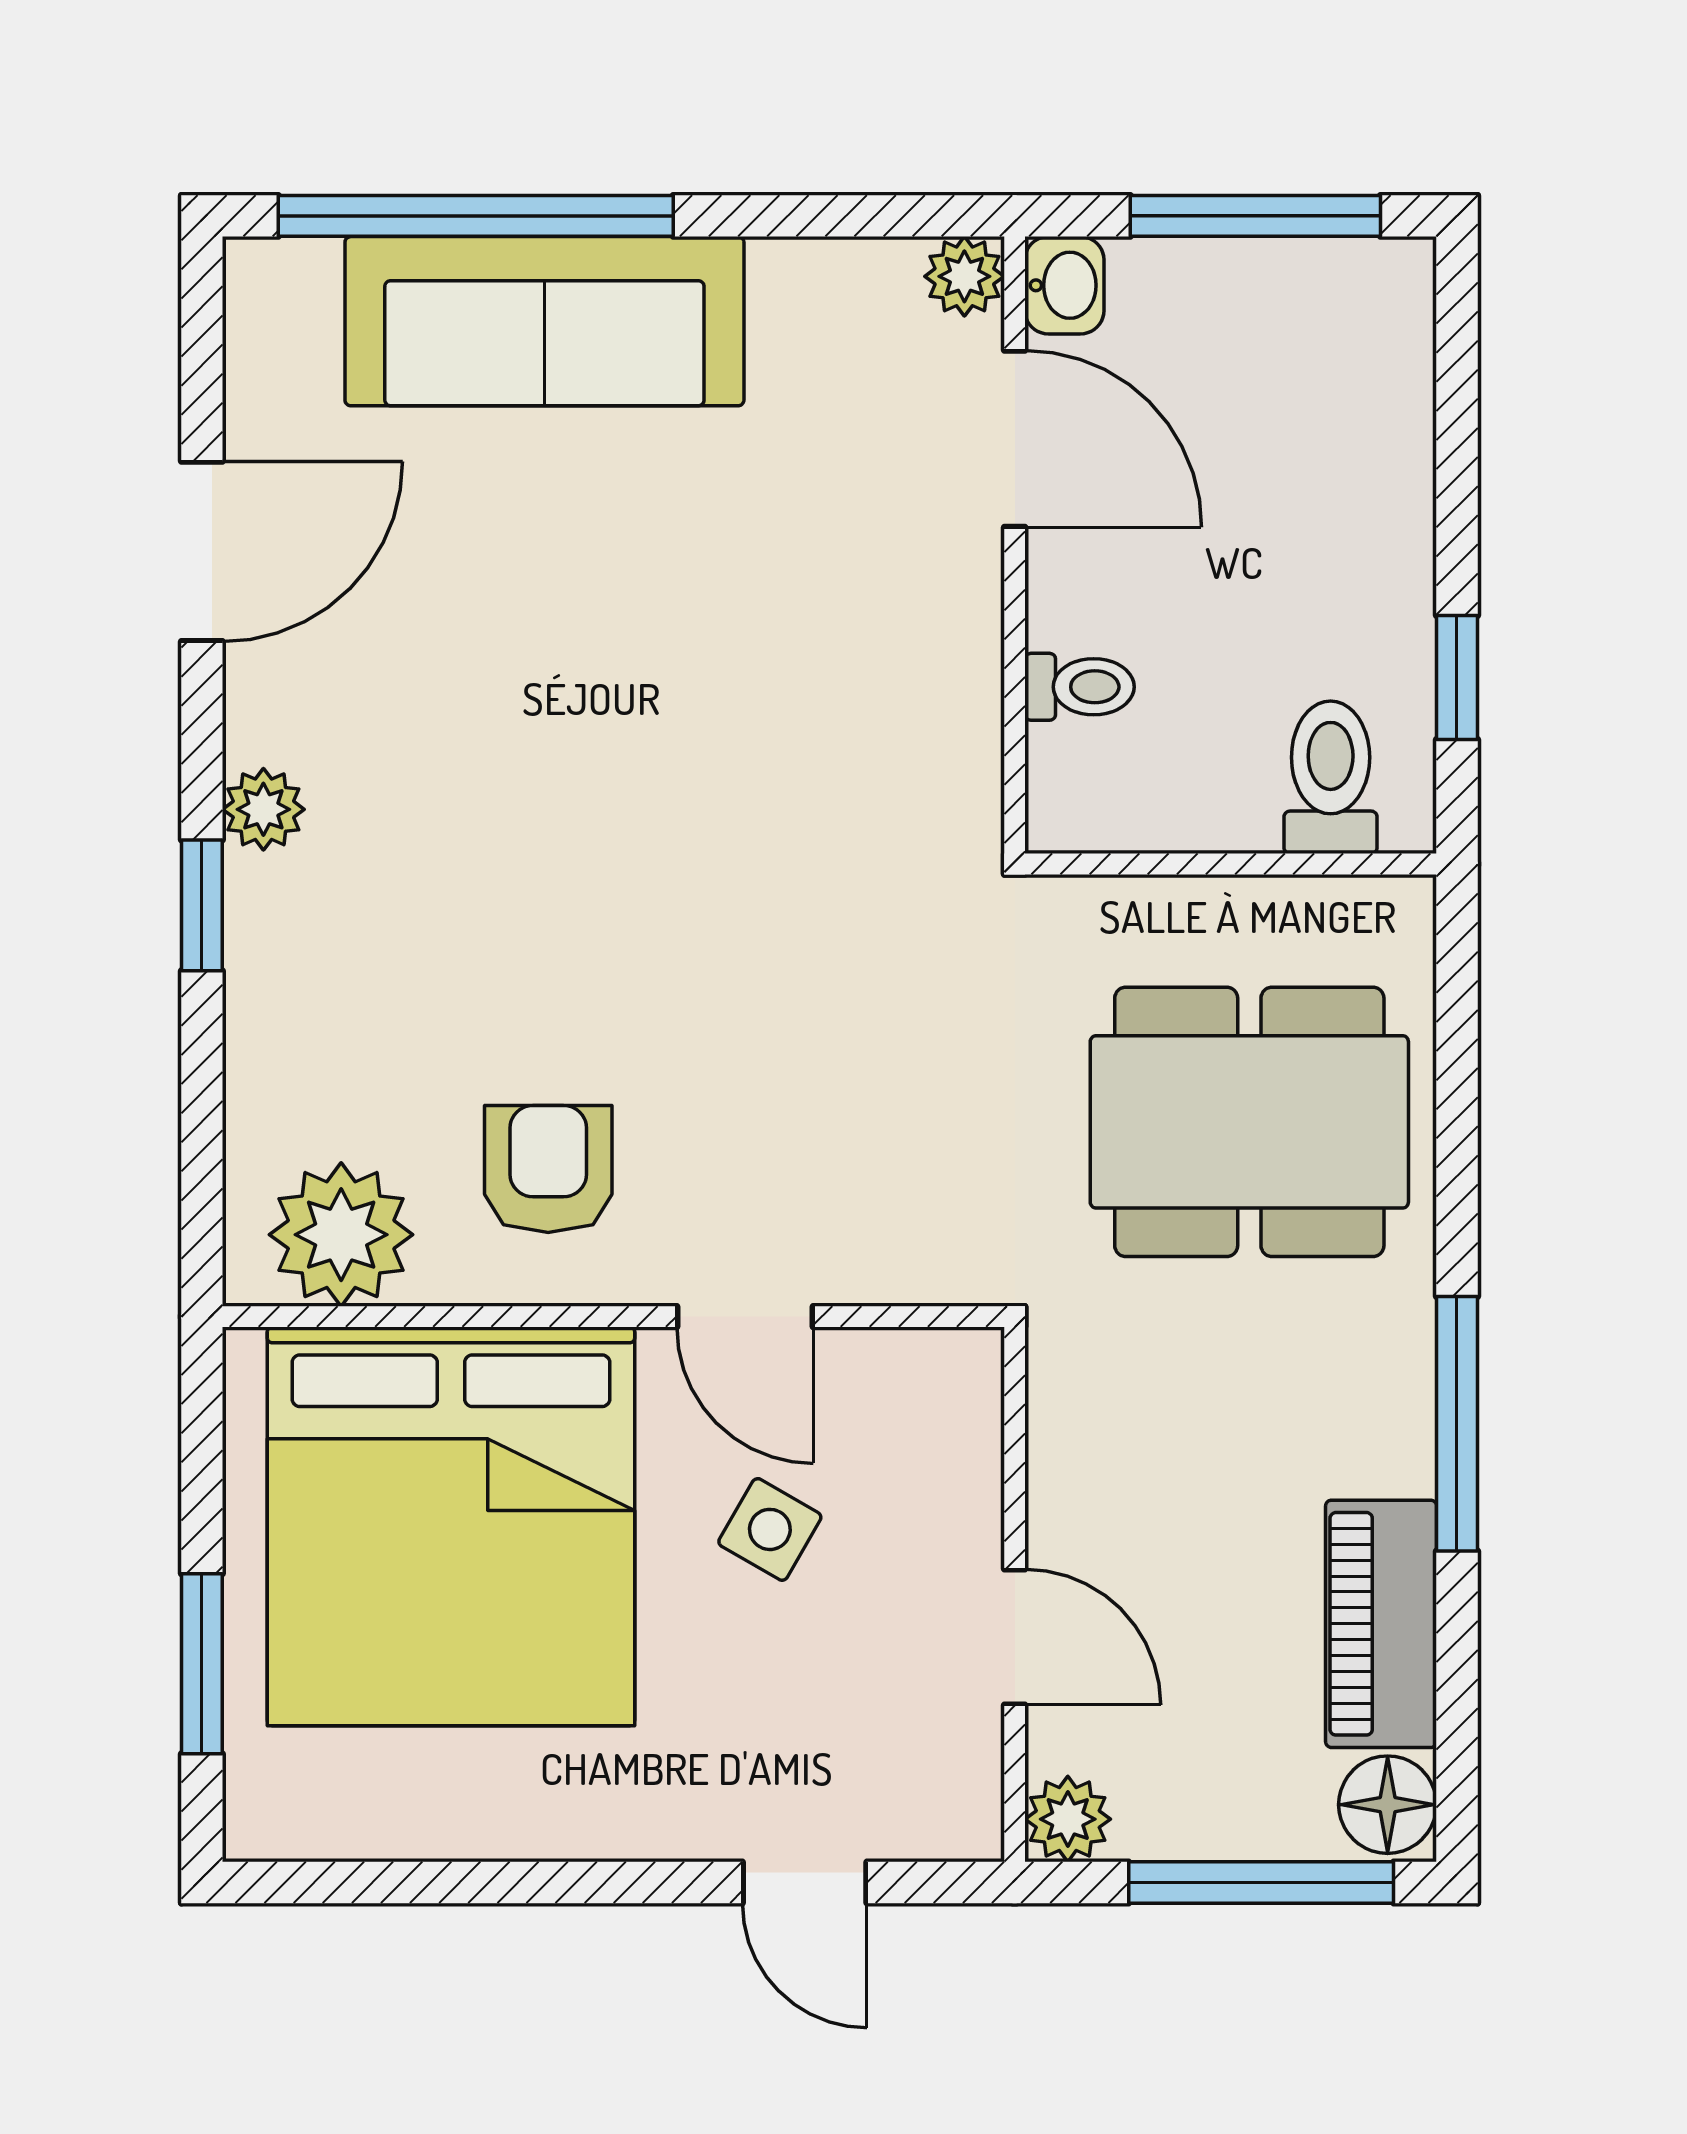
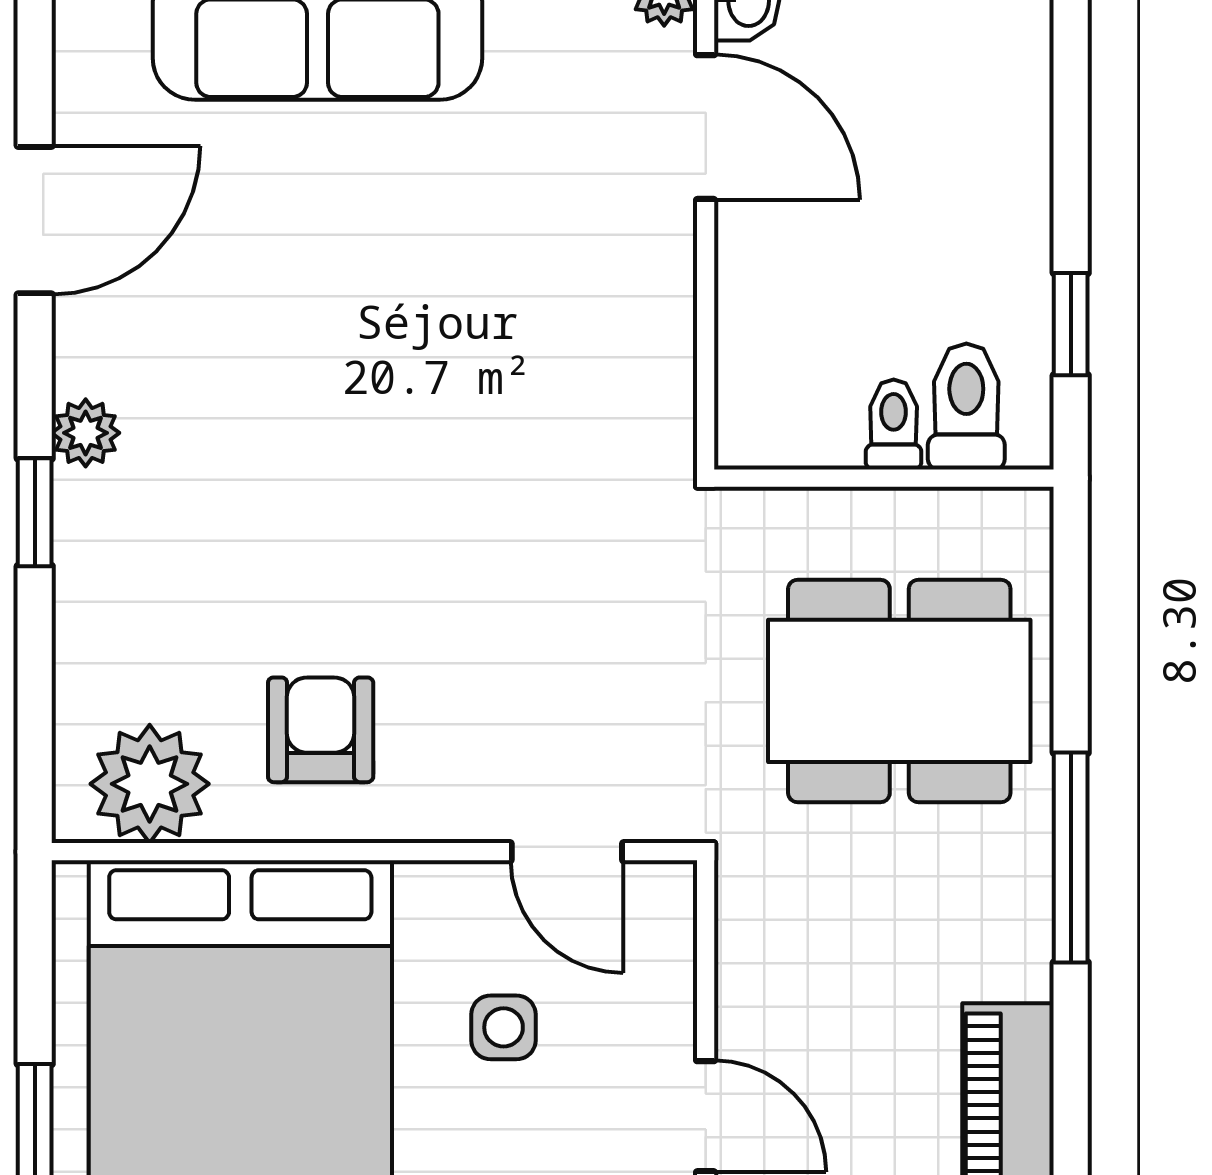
toilet: (1080, 687) -> (894, 425), moved, turned -90
door: (745, 1317) -> (567, 852), moved
window: (1457, 1424) -> (1071, 858), moved
side table: (770, 1529) -> (504, 1027), turned -30

